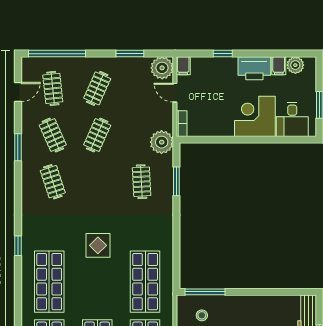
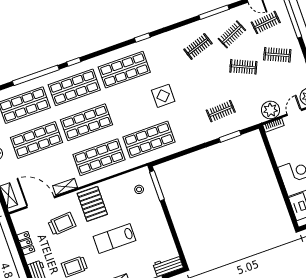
plant: (162, 142) -> (270, 110), moved
window: (18, 147) -> (214, 12), width x1.44

